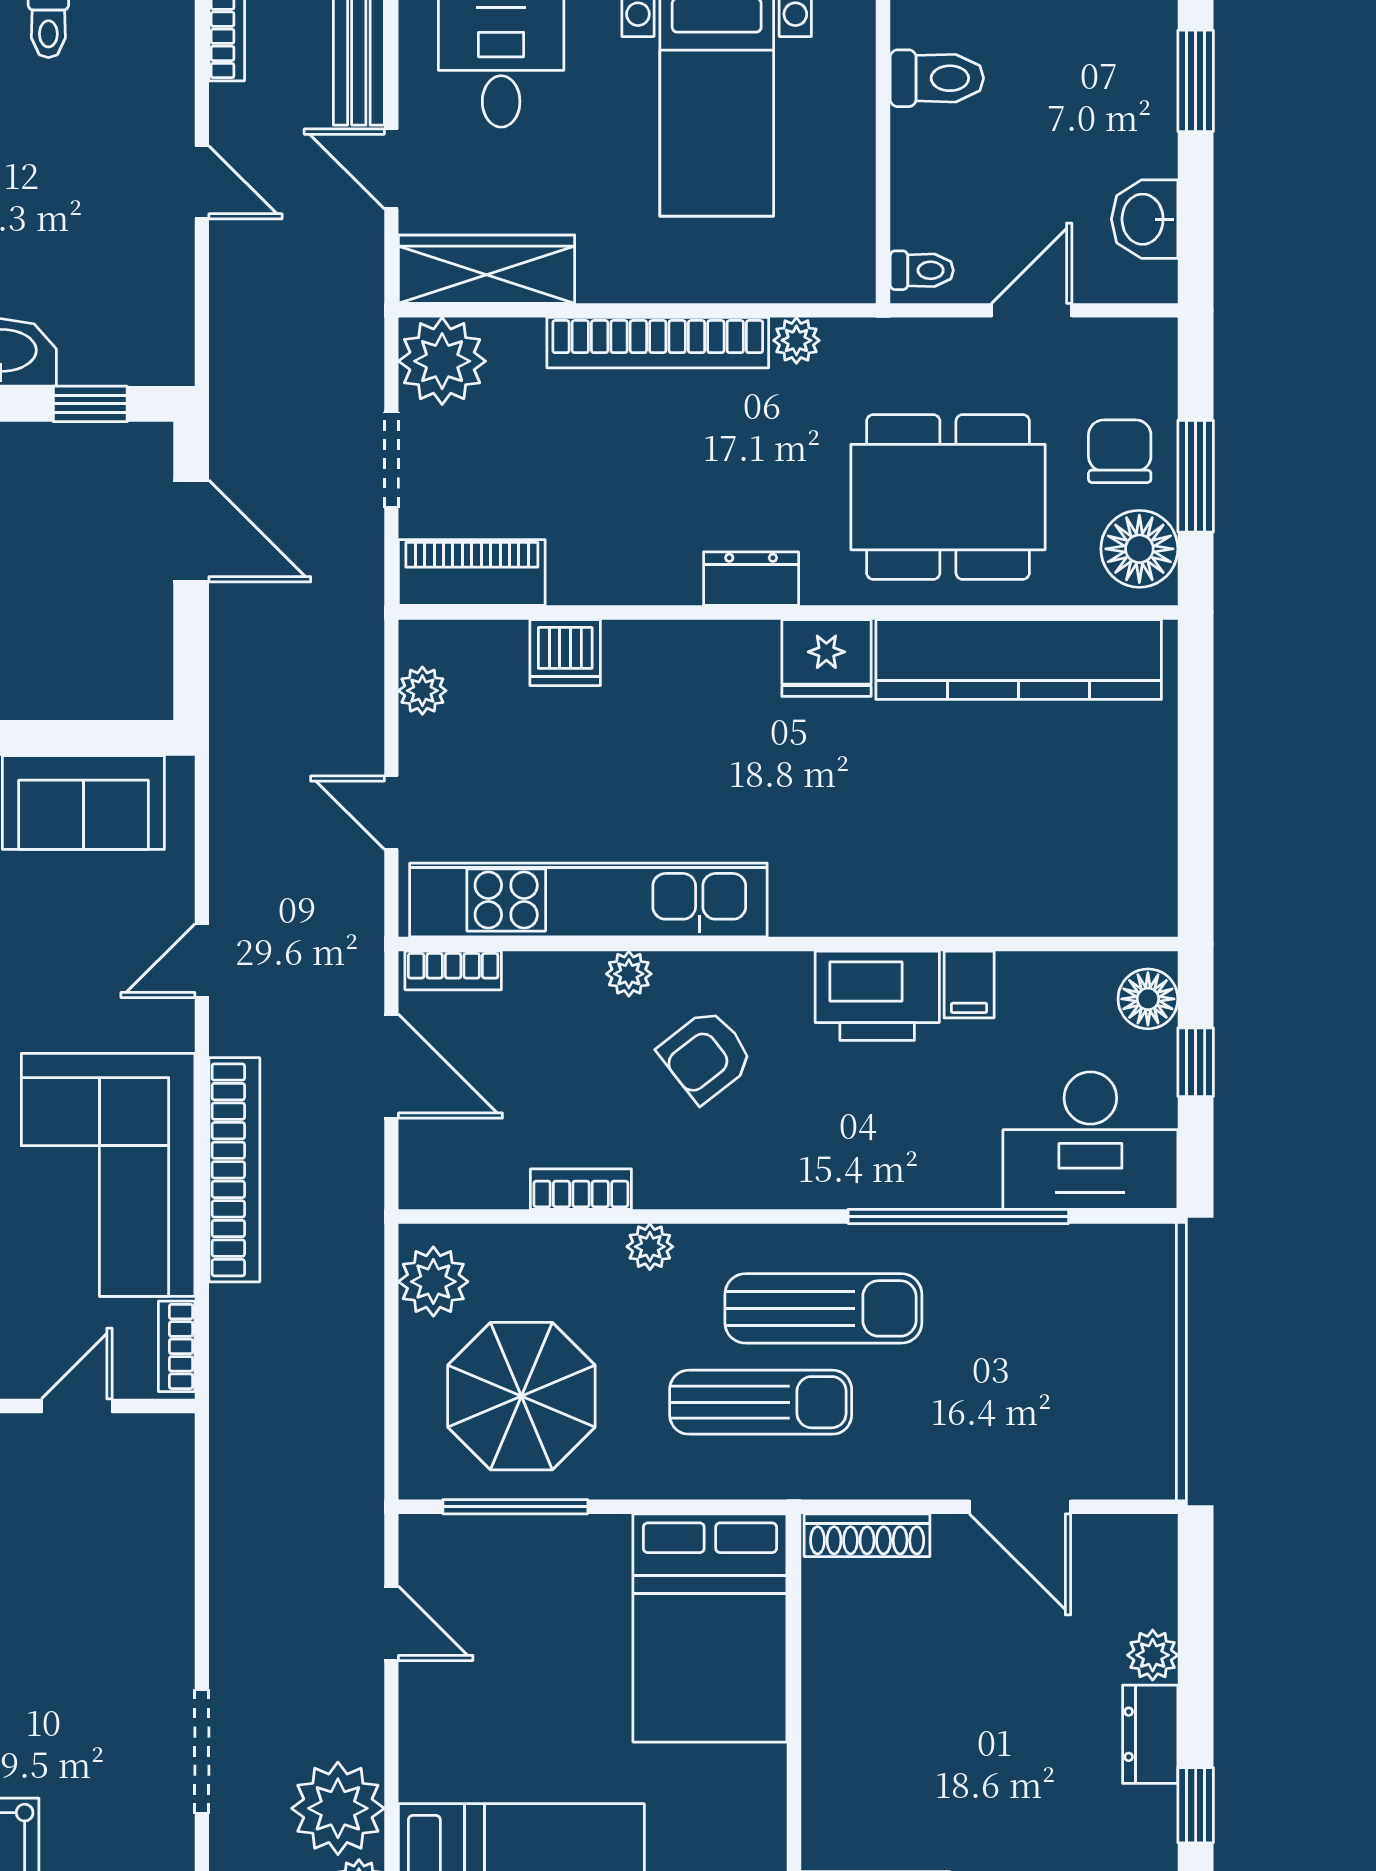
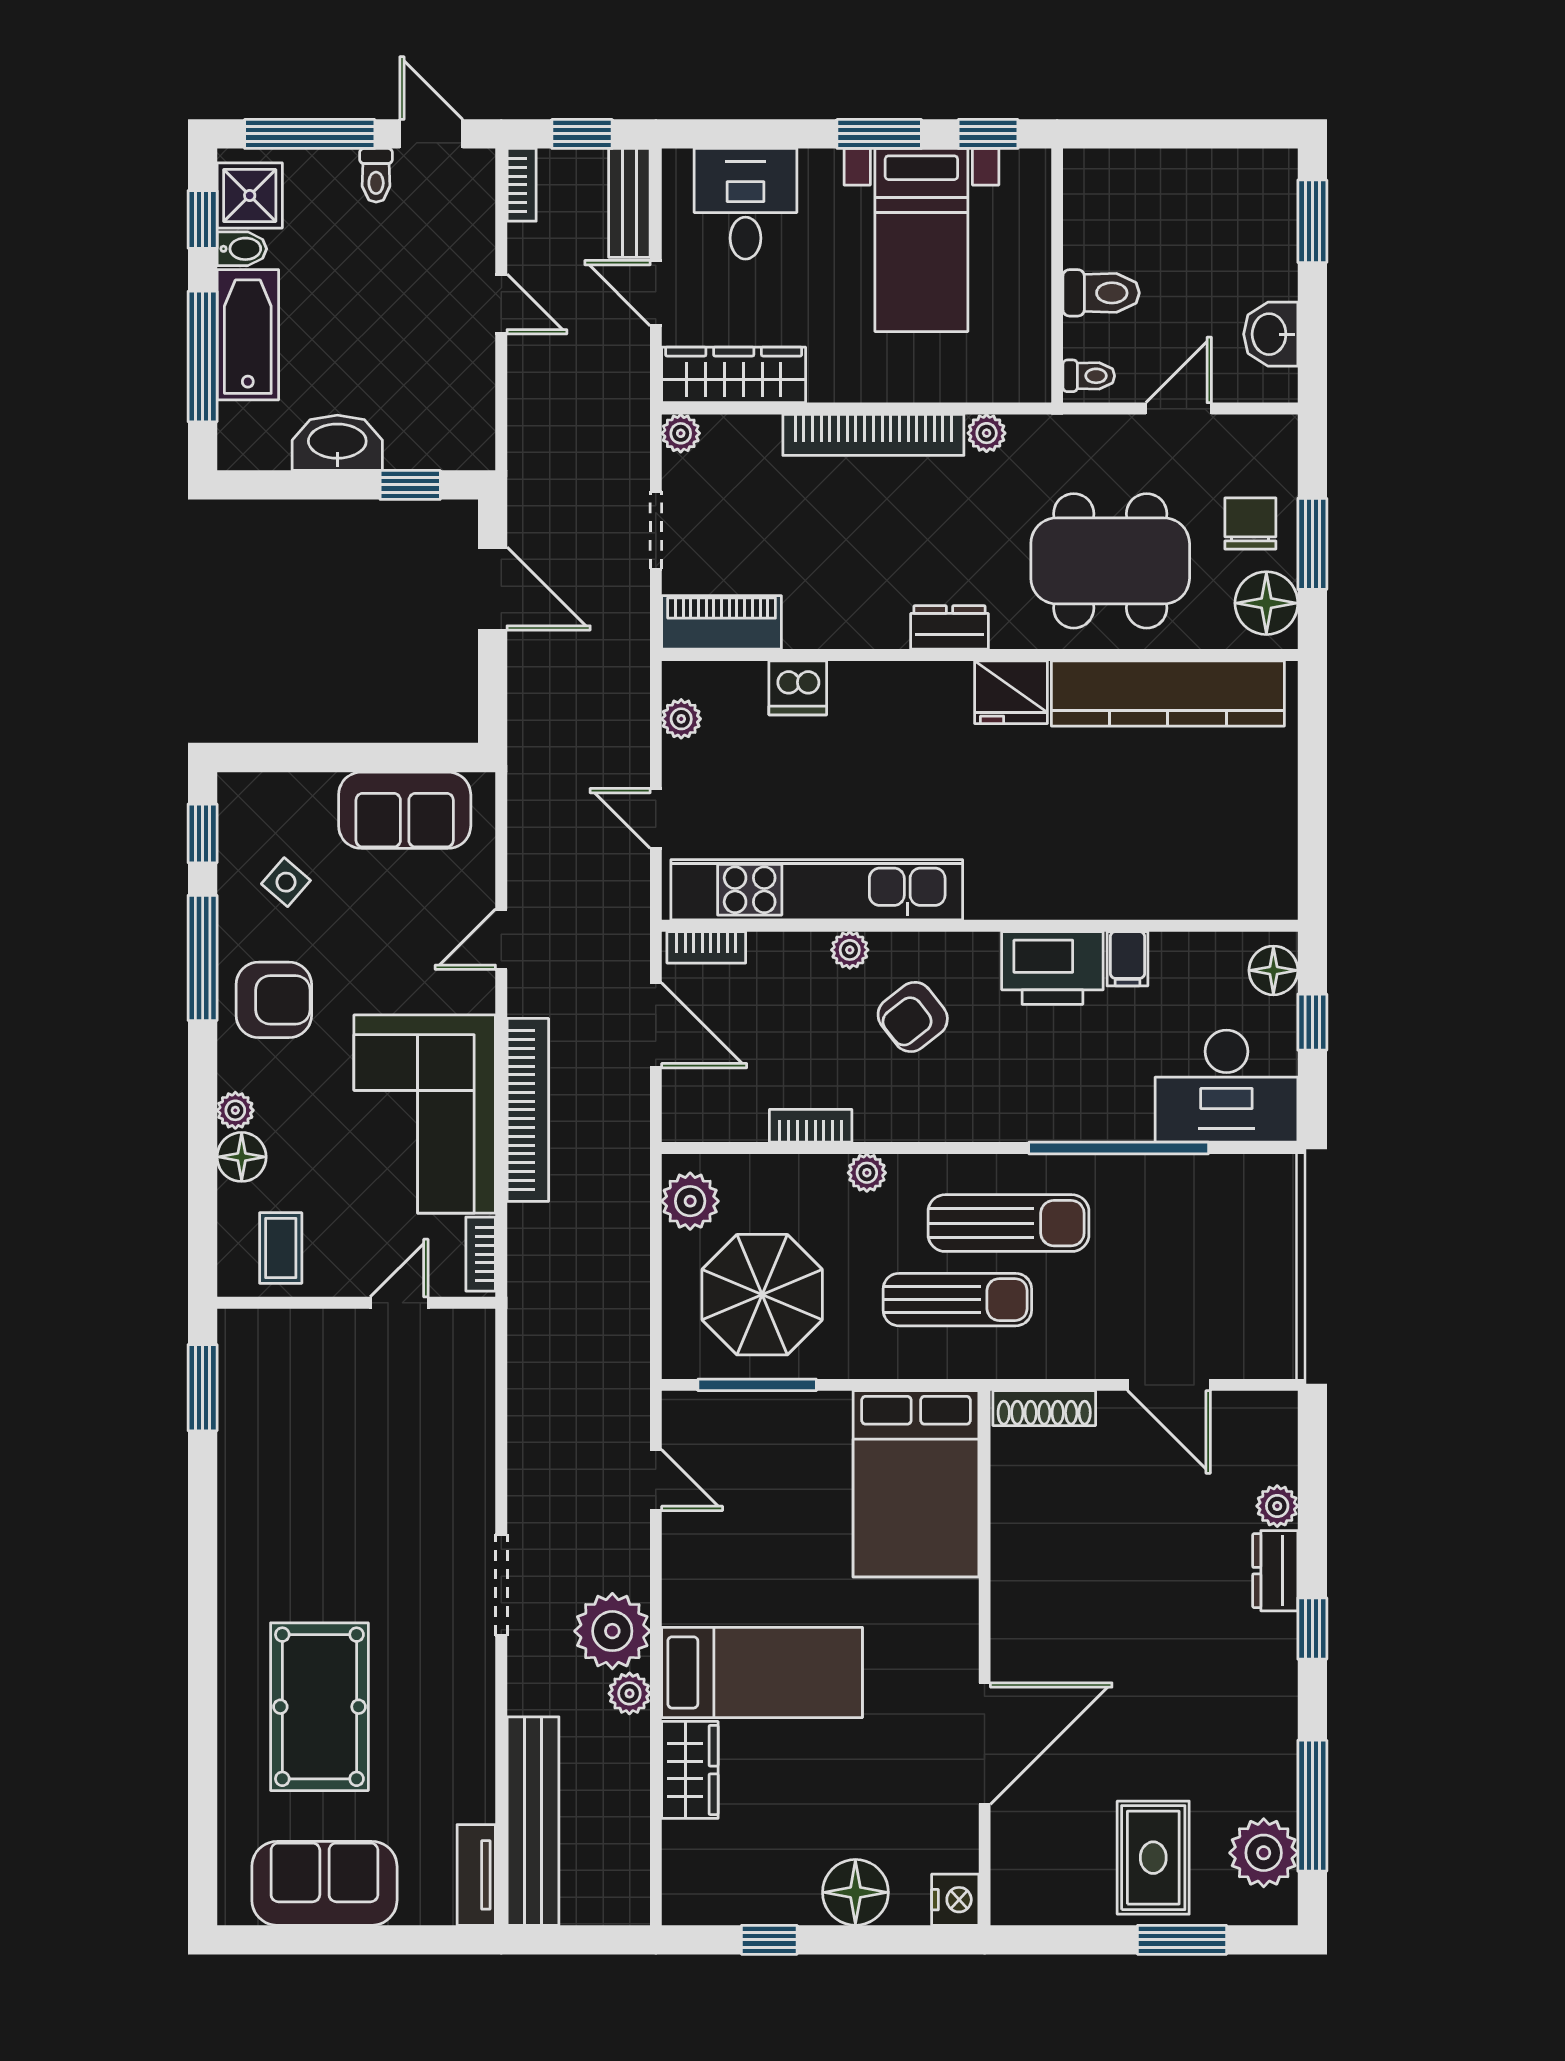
toilet: (937, 78) -> (1101, 293), moved
plant: (442, 361) -> (681, 433), width x0.53, depth x0.53

